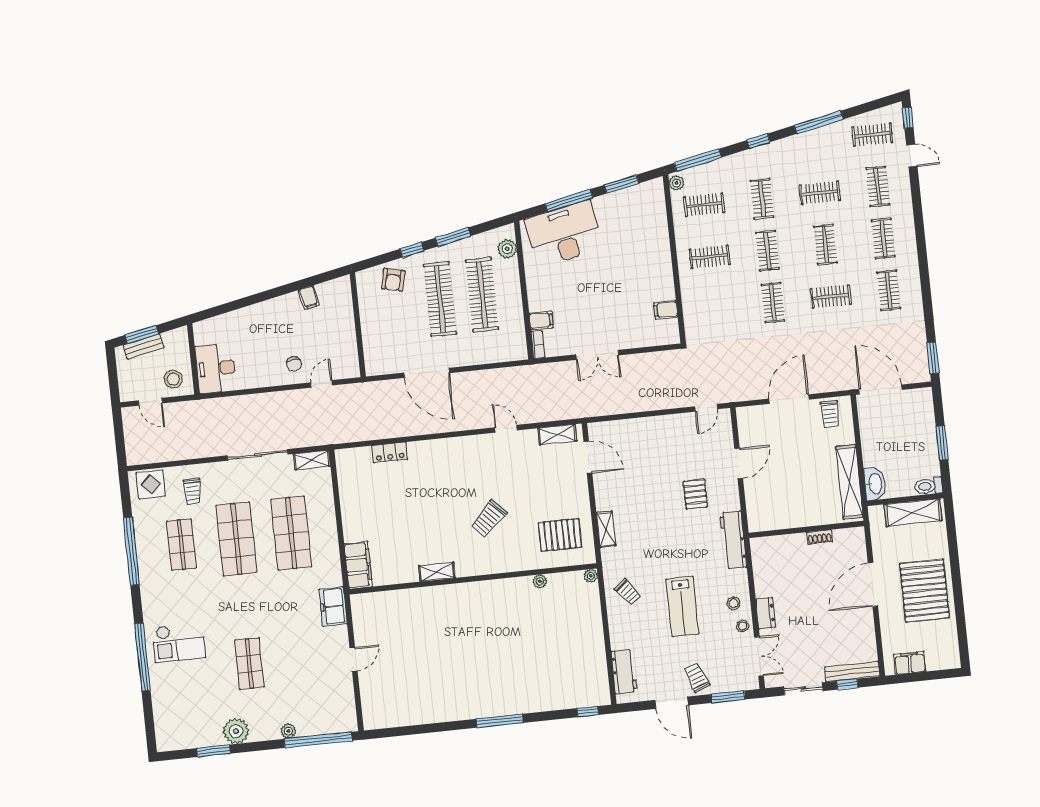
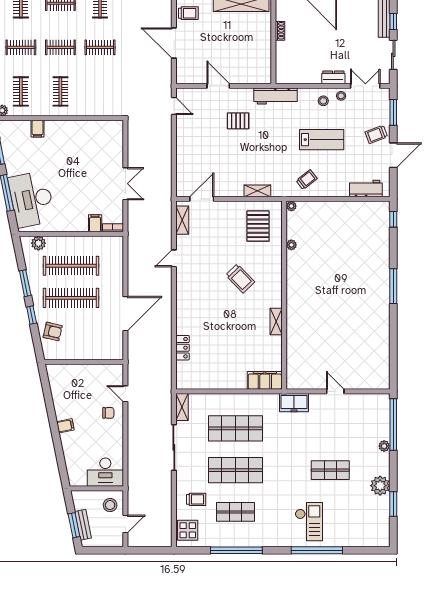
filing cabinet: (309, 298) -> (65, 426), moved
filing cabinet: (666, 310) -> (37, 129), moved

